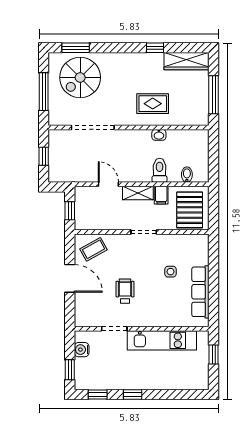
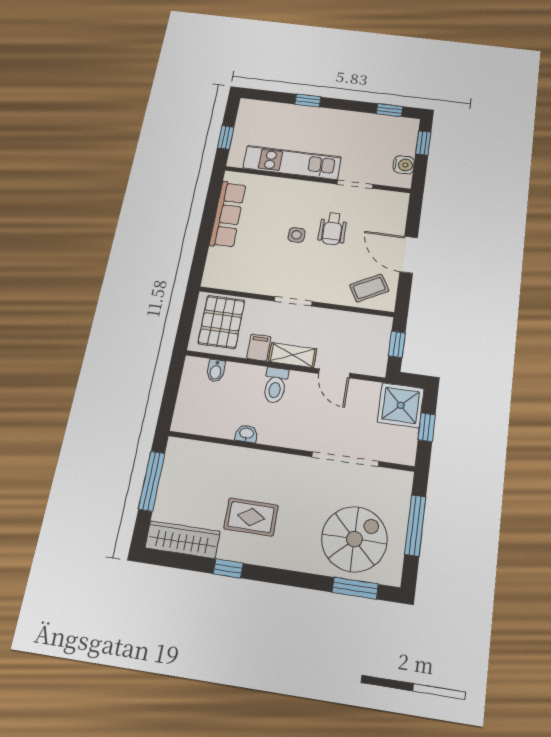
rug: (153, 104) -> (251, 517), moved
shower: (62, 169) -> (401, 405), added
toilet: (160, 170) -> (275, 385), moved
side table: (170, 272) -> (297, 235), moved
window: (133, 395) -> (308, 101), moved

